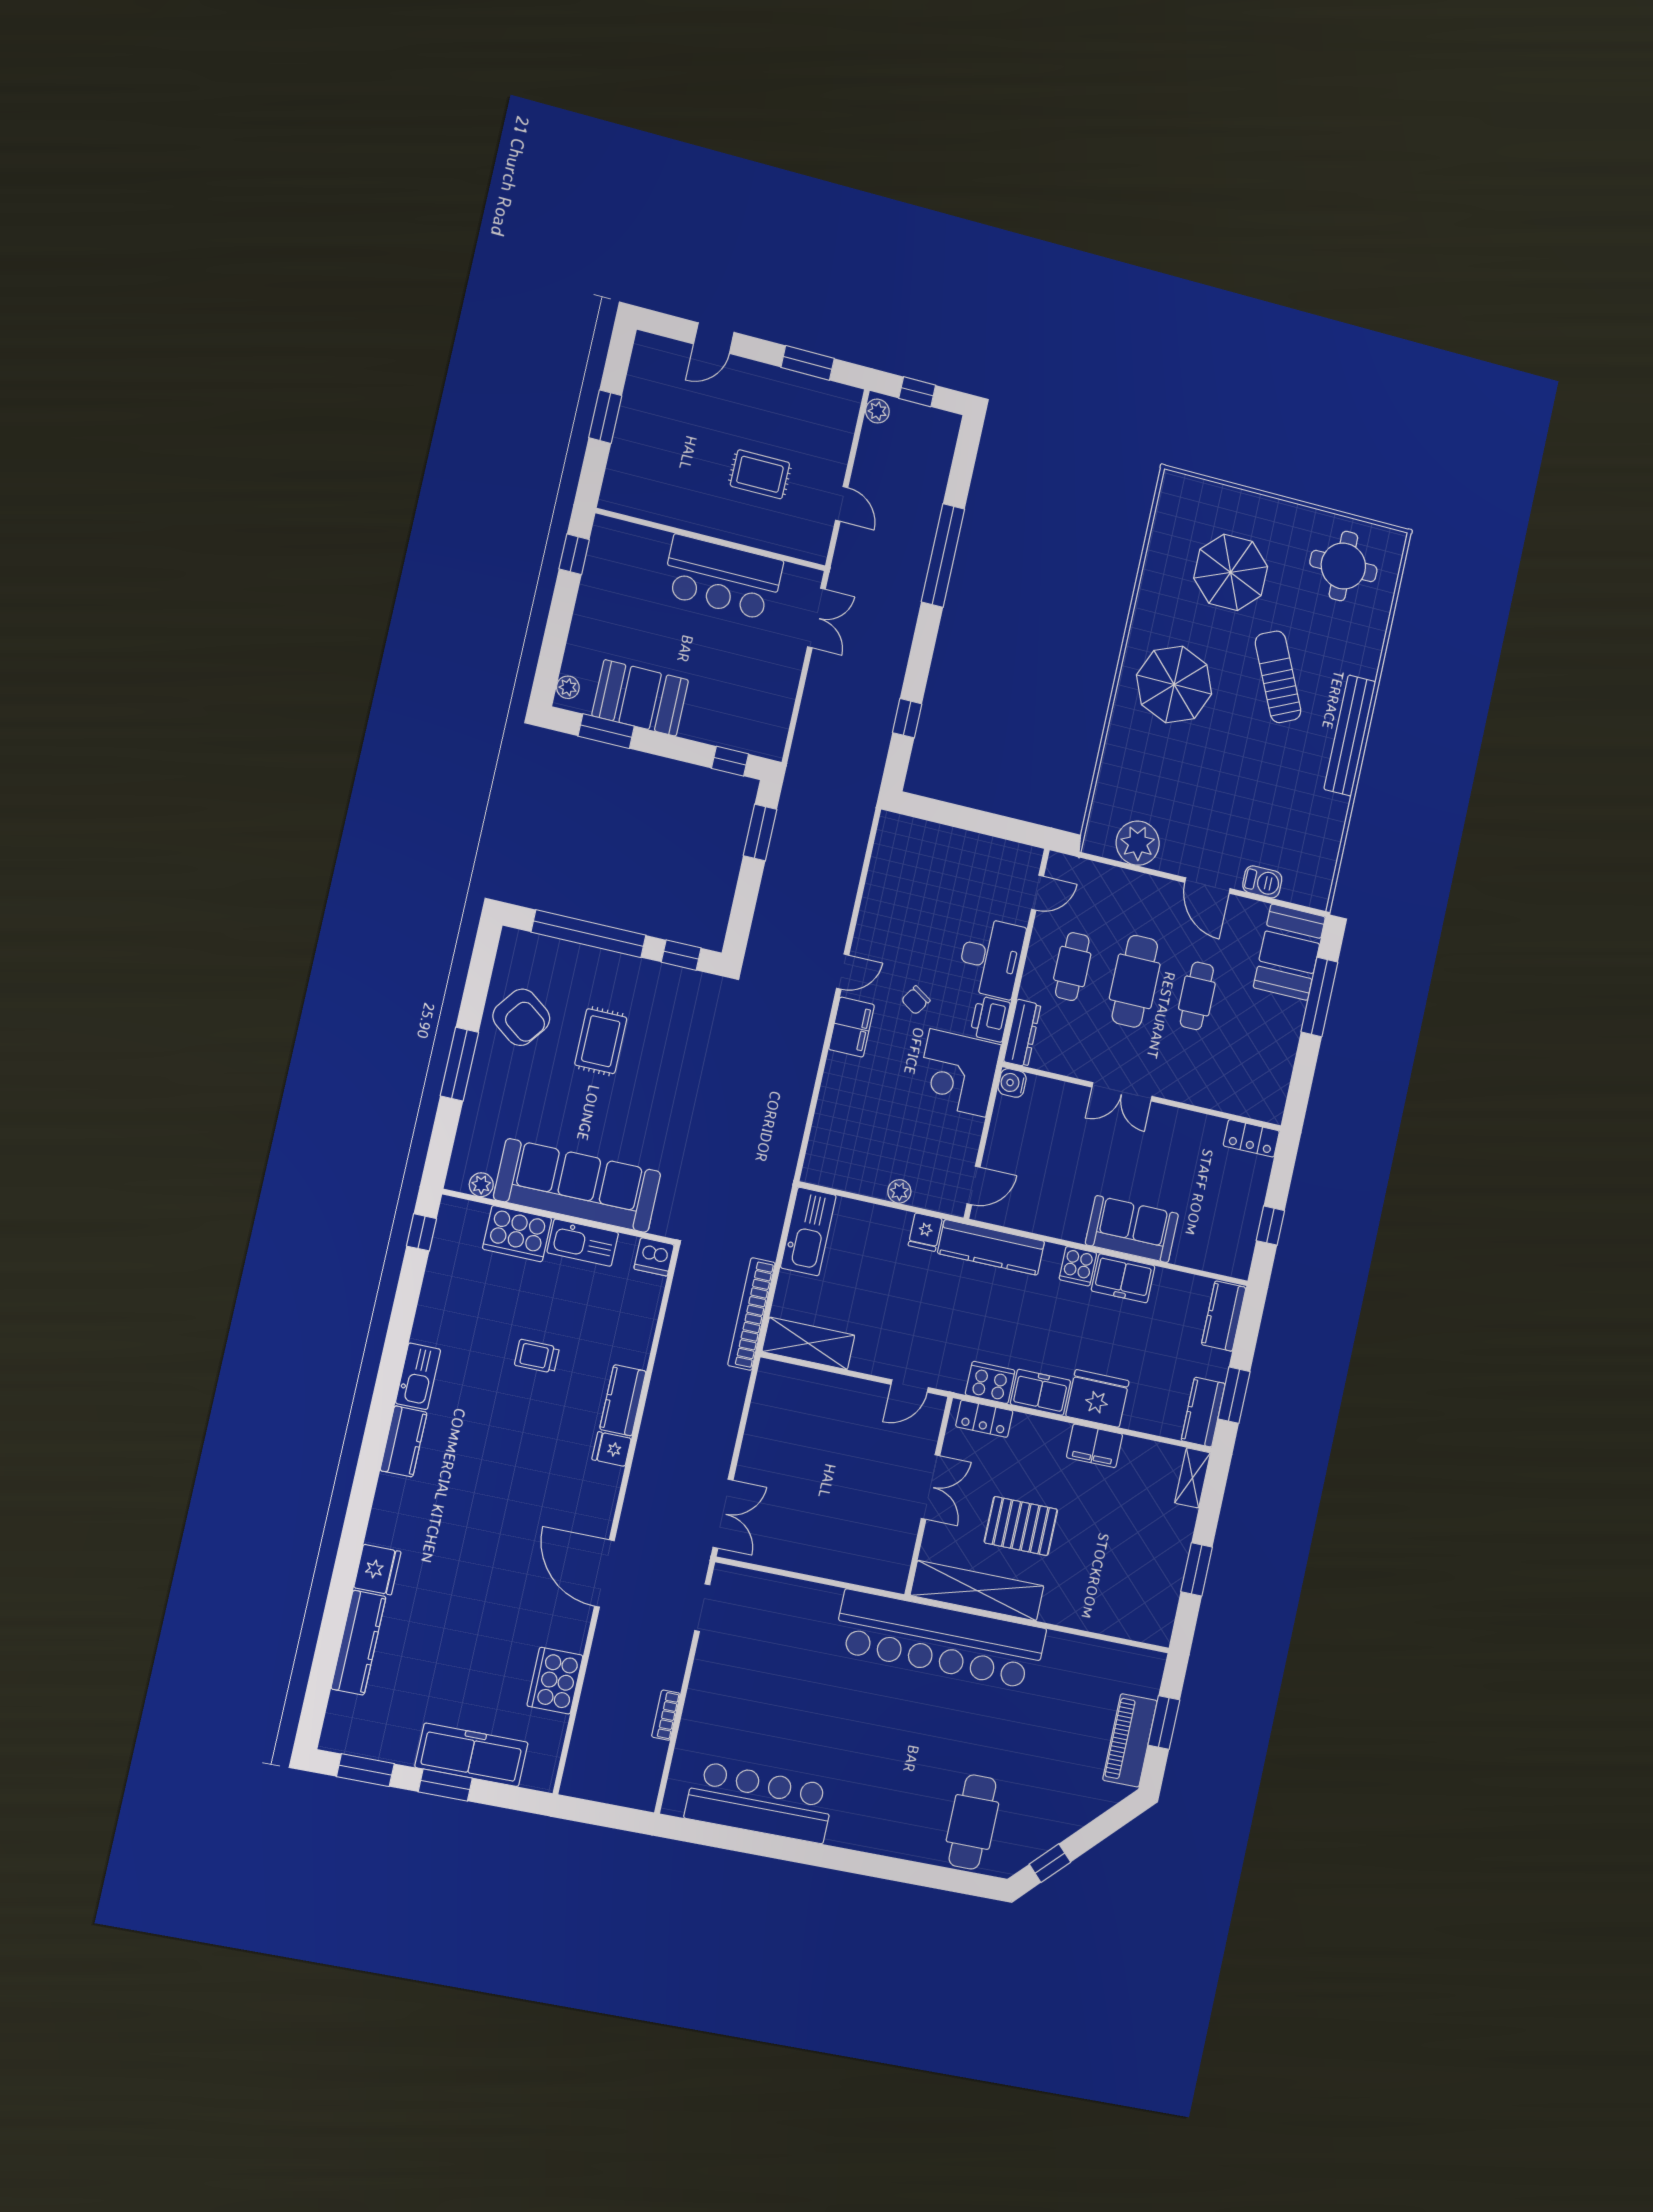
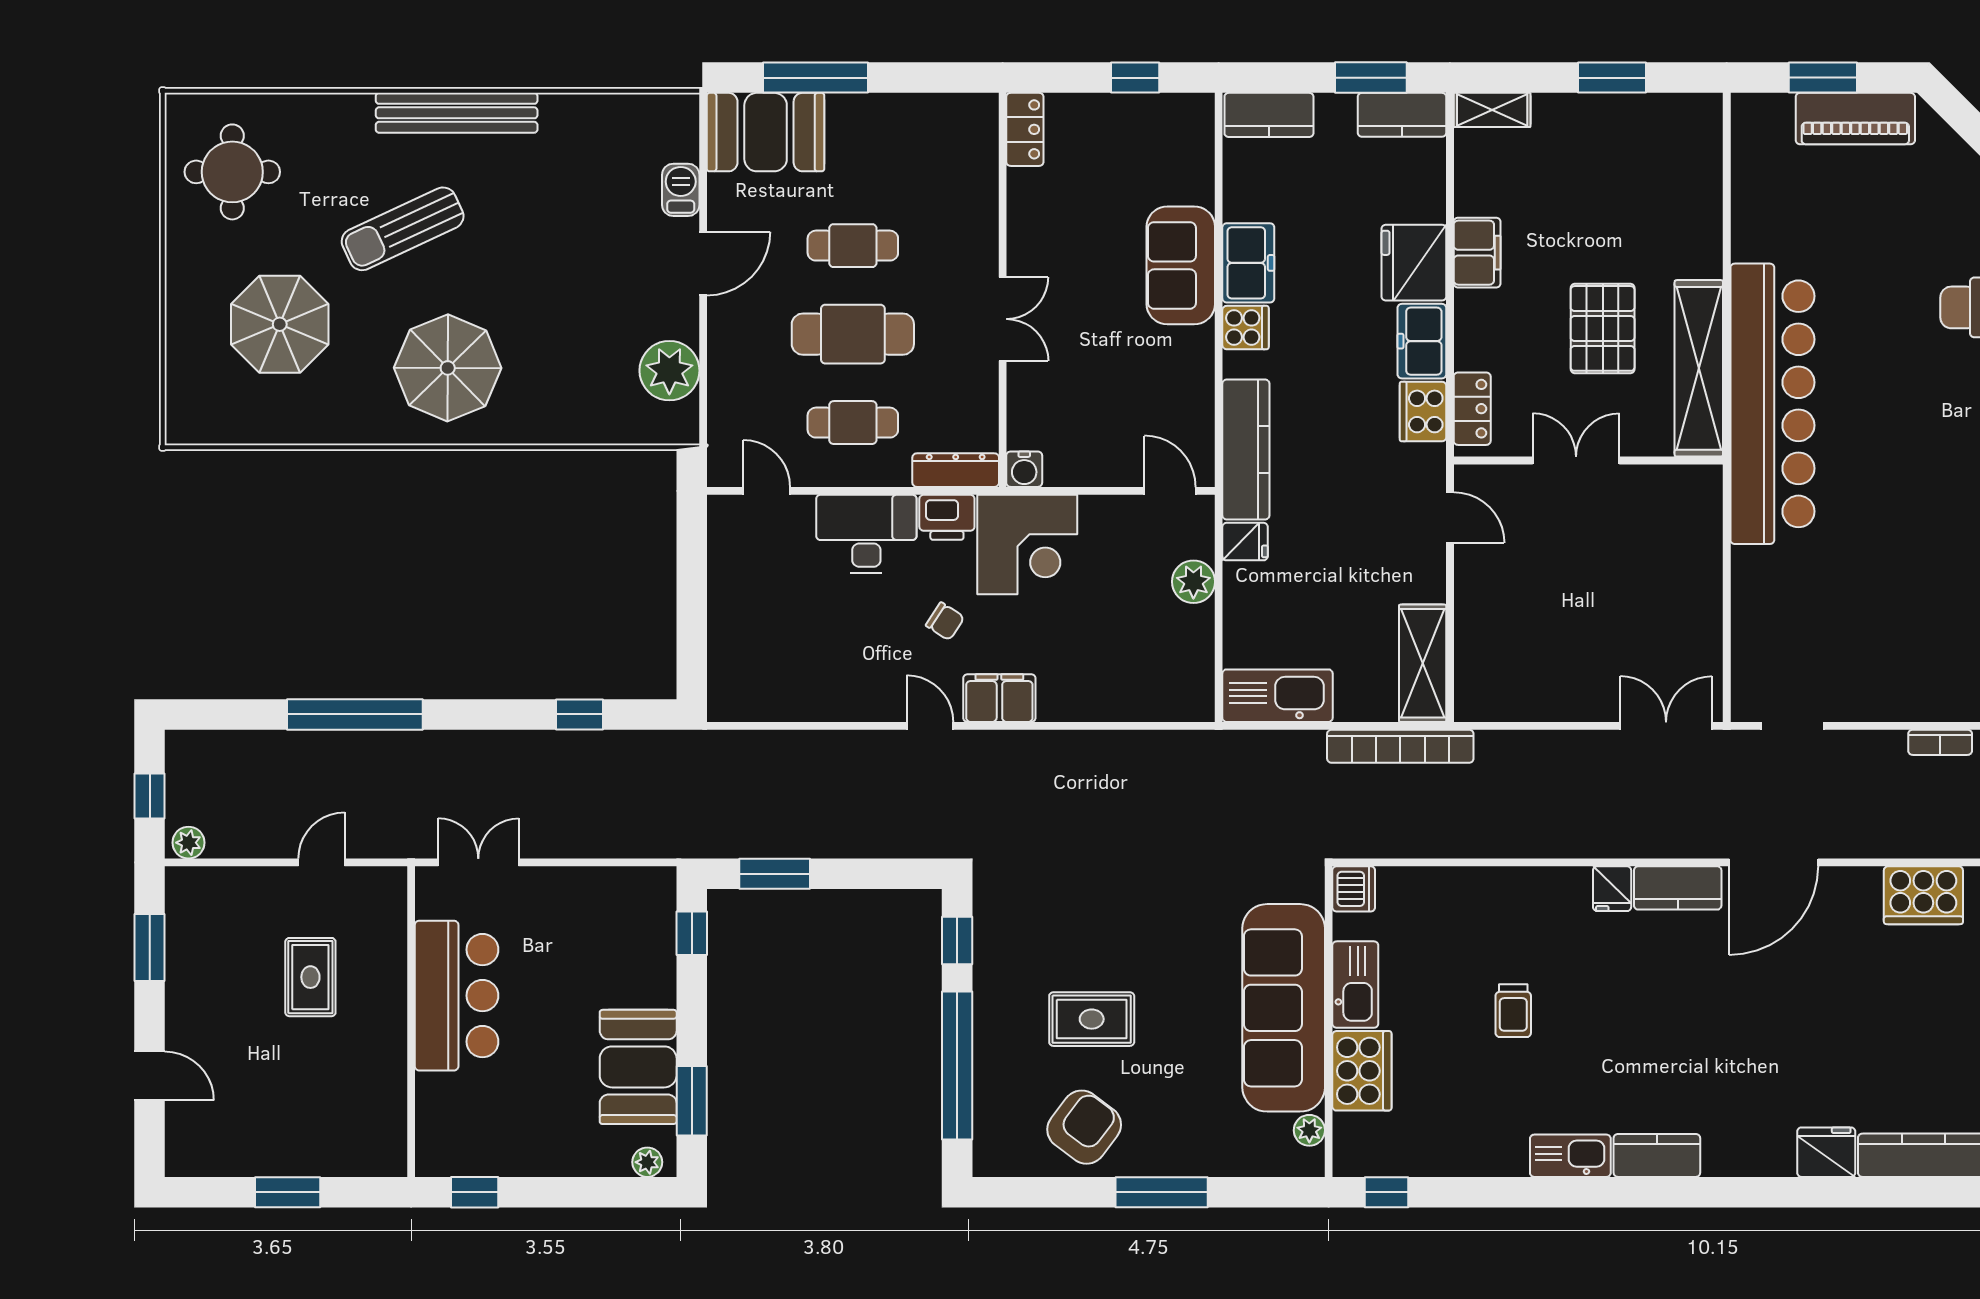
plant: (899, 1191) -> (1193, 582), width x1.38, depth x1.38
kitchen counter: (623, 1400) -> (1678, 888), moved

